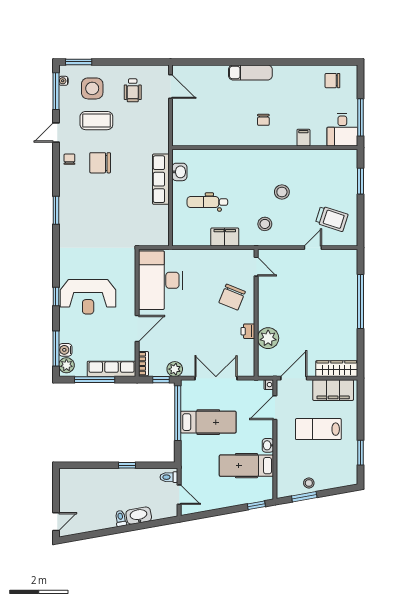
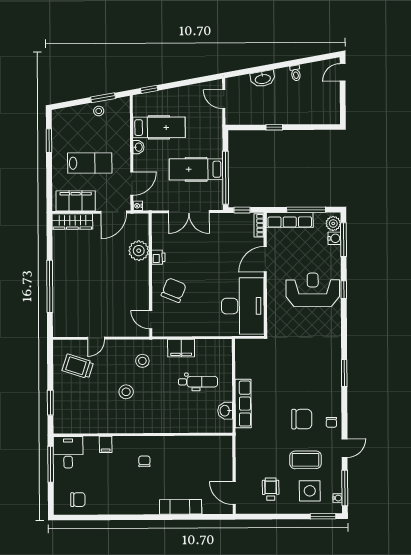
exam couch: (250, 73) -> (181, 507), moved
plant: (175, 369) -> (229, 220), removed
toilet: (169, 477) -> (234, 116), removed
toilet: (121, 518) -> (296, 73), moved

